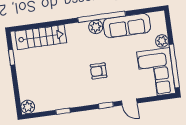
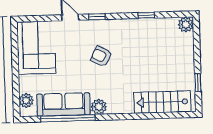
window: (102, 17) -> (68, 118), moved
plant: (162, 41) -> (26, 100), moved
window: (174, 66) -> (15, 53), removed
armchair: (99, 71) -> (101, 56), turned -153

